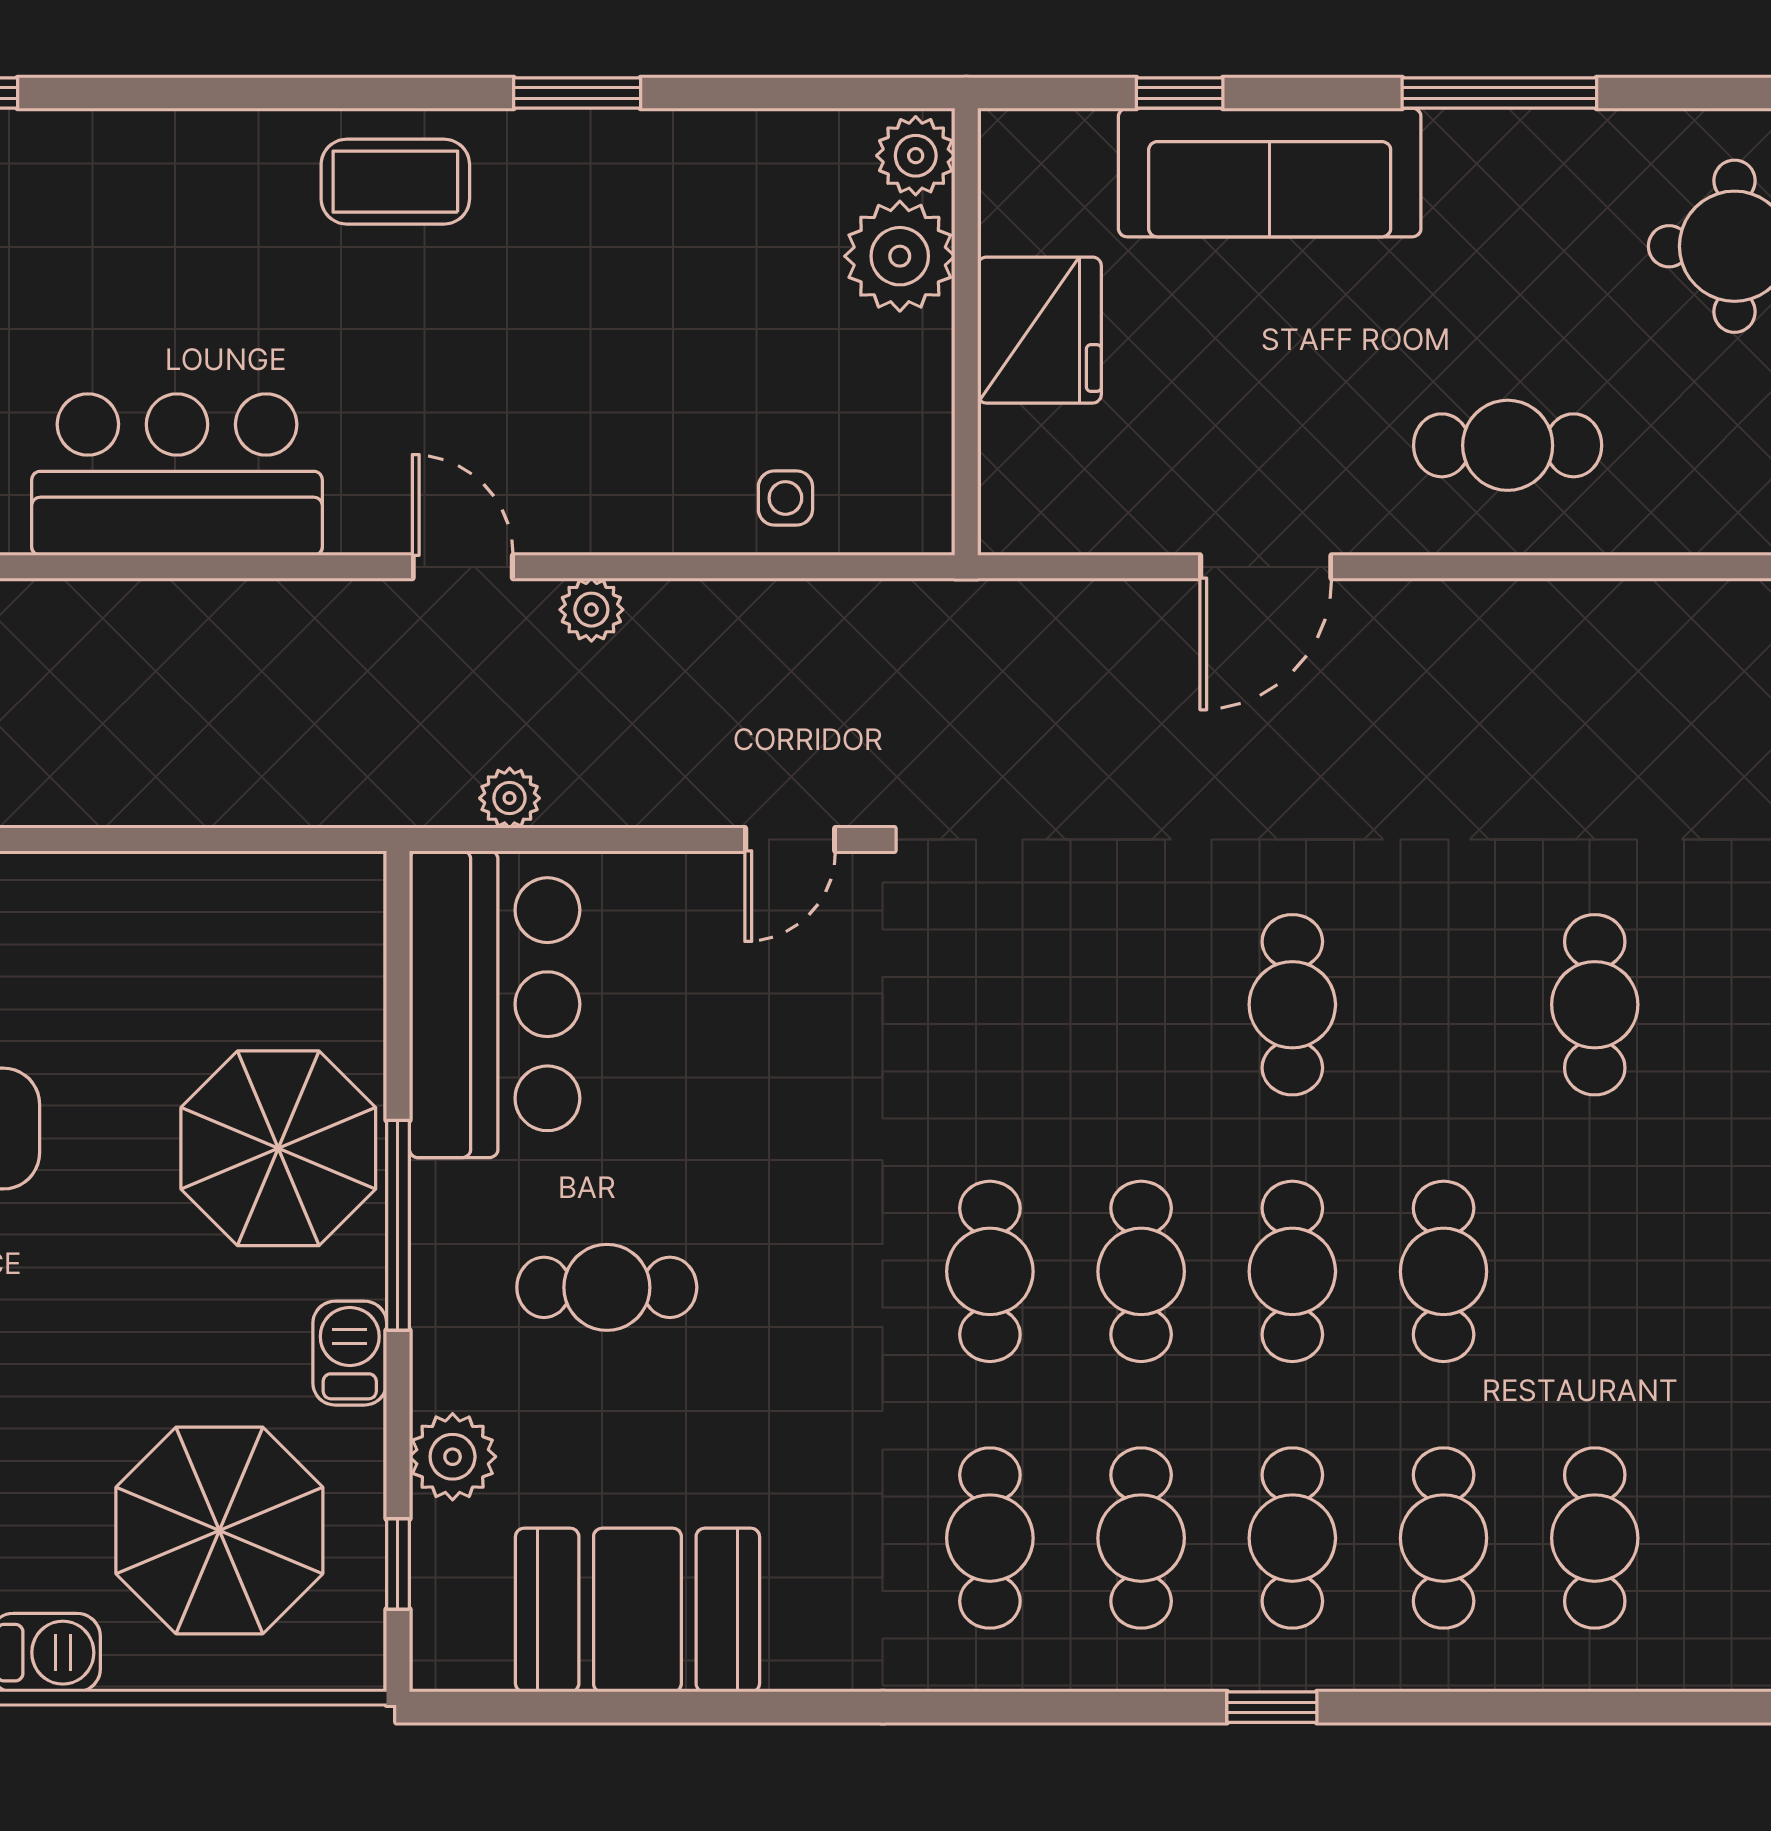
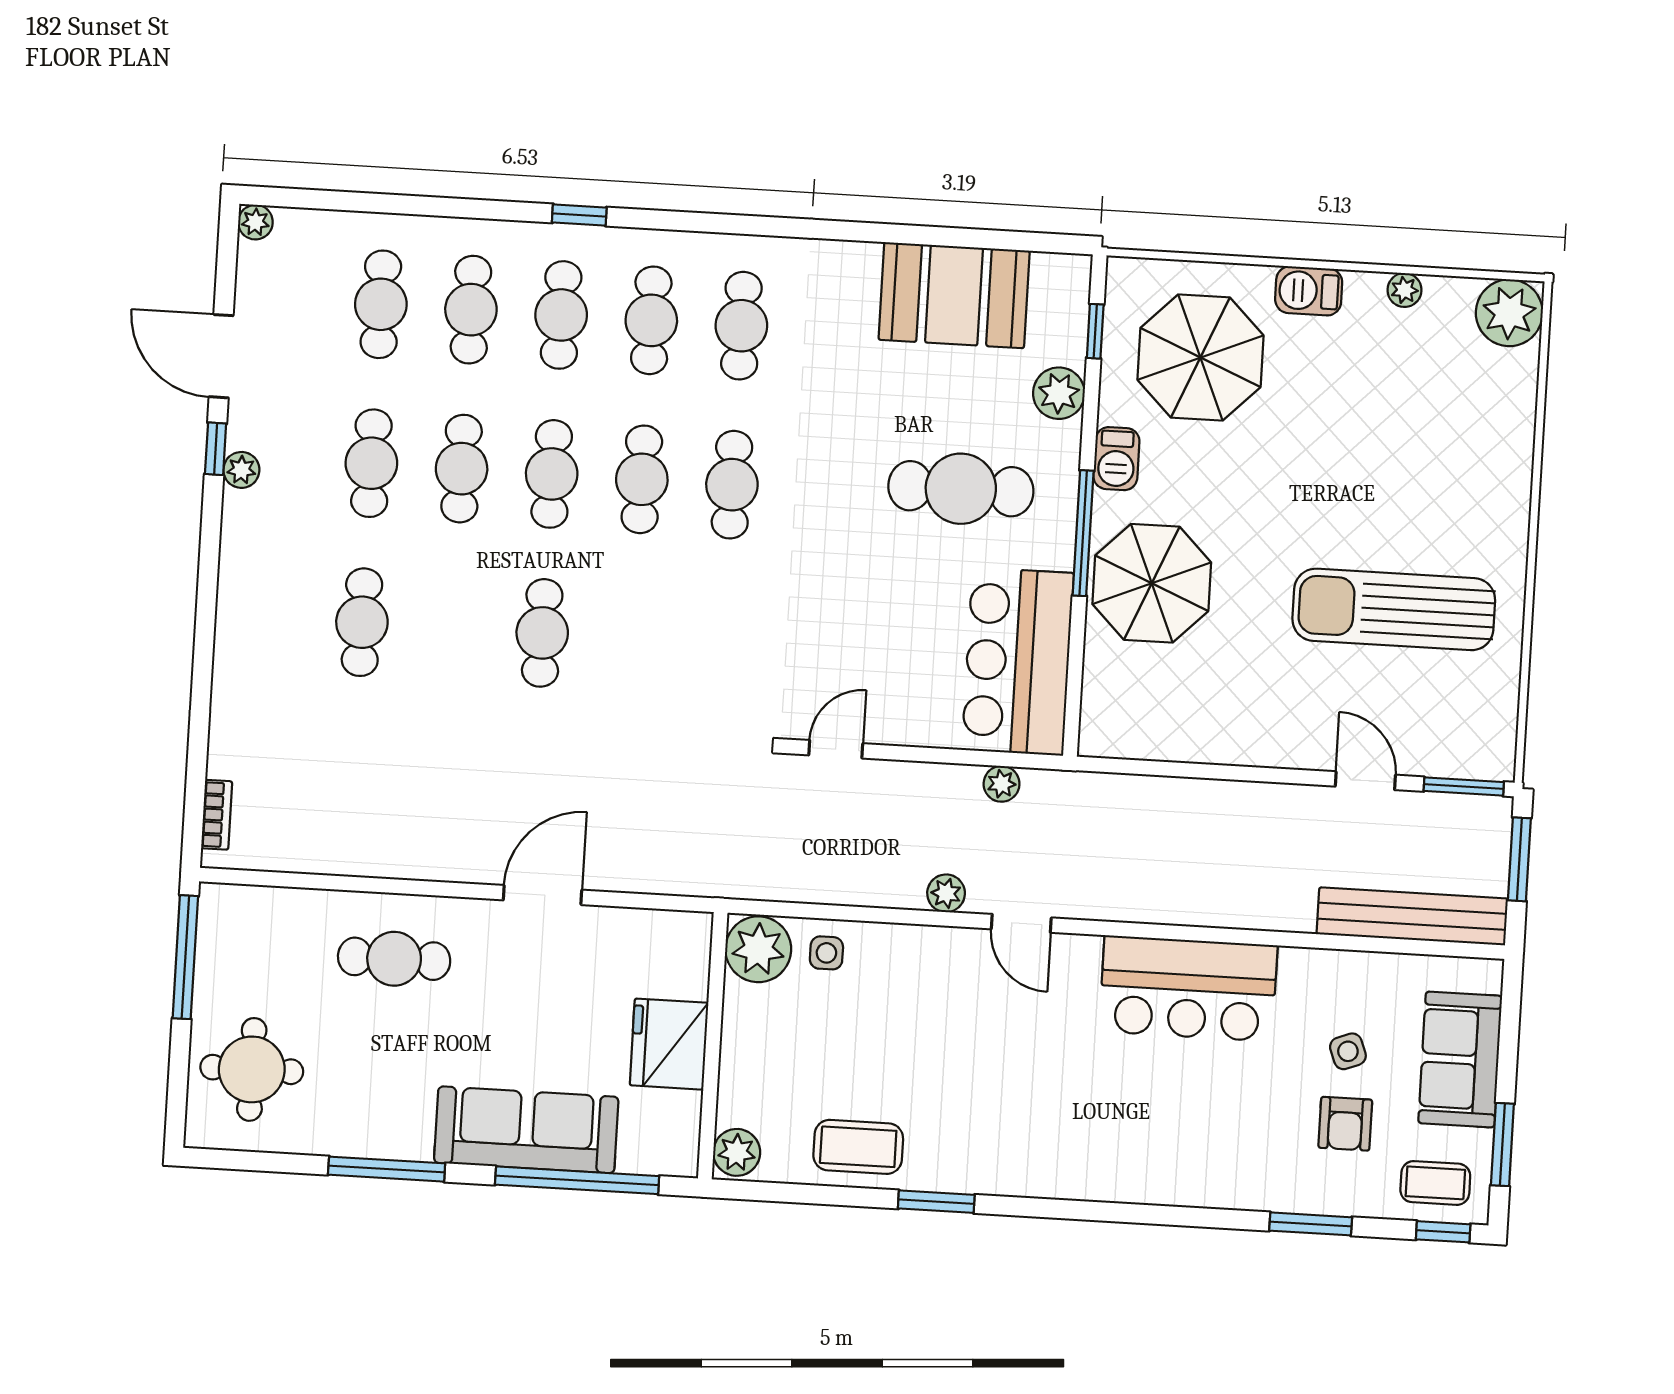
window: (1180, 93) -> (577, 1180), width x3.17
coffee table: (395, 182) -> (858, 1147), moved
plant: (900, 256) -> (758, 949), moved
cafe table: (1595, 1271) -> (371, 463), added
cafe table: (607, 1287) -> (961, 489), width x1.37, depth x1.35

